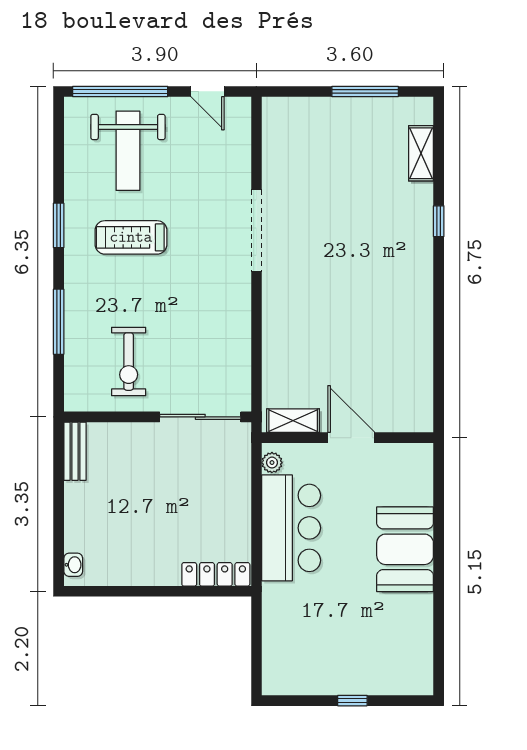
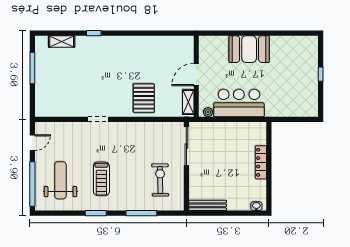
weight bench: (128, 151) -> (60, 180), turned -90
doorway: (256, 231) -> (98, 119), width x0.53
pallet: (302, 327) -> (144, 98), added
exercise bike: (129, 362) -> (160, 180), turned -91
bench: (75, 451) -> (208, 205), width x1.36
locker: (216, 574) -> (261, 162), moved

